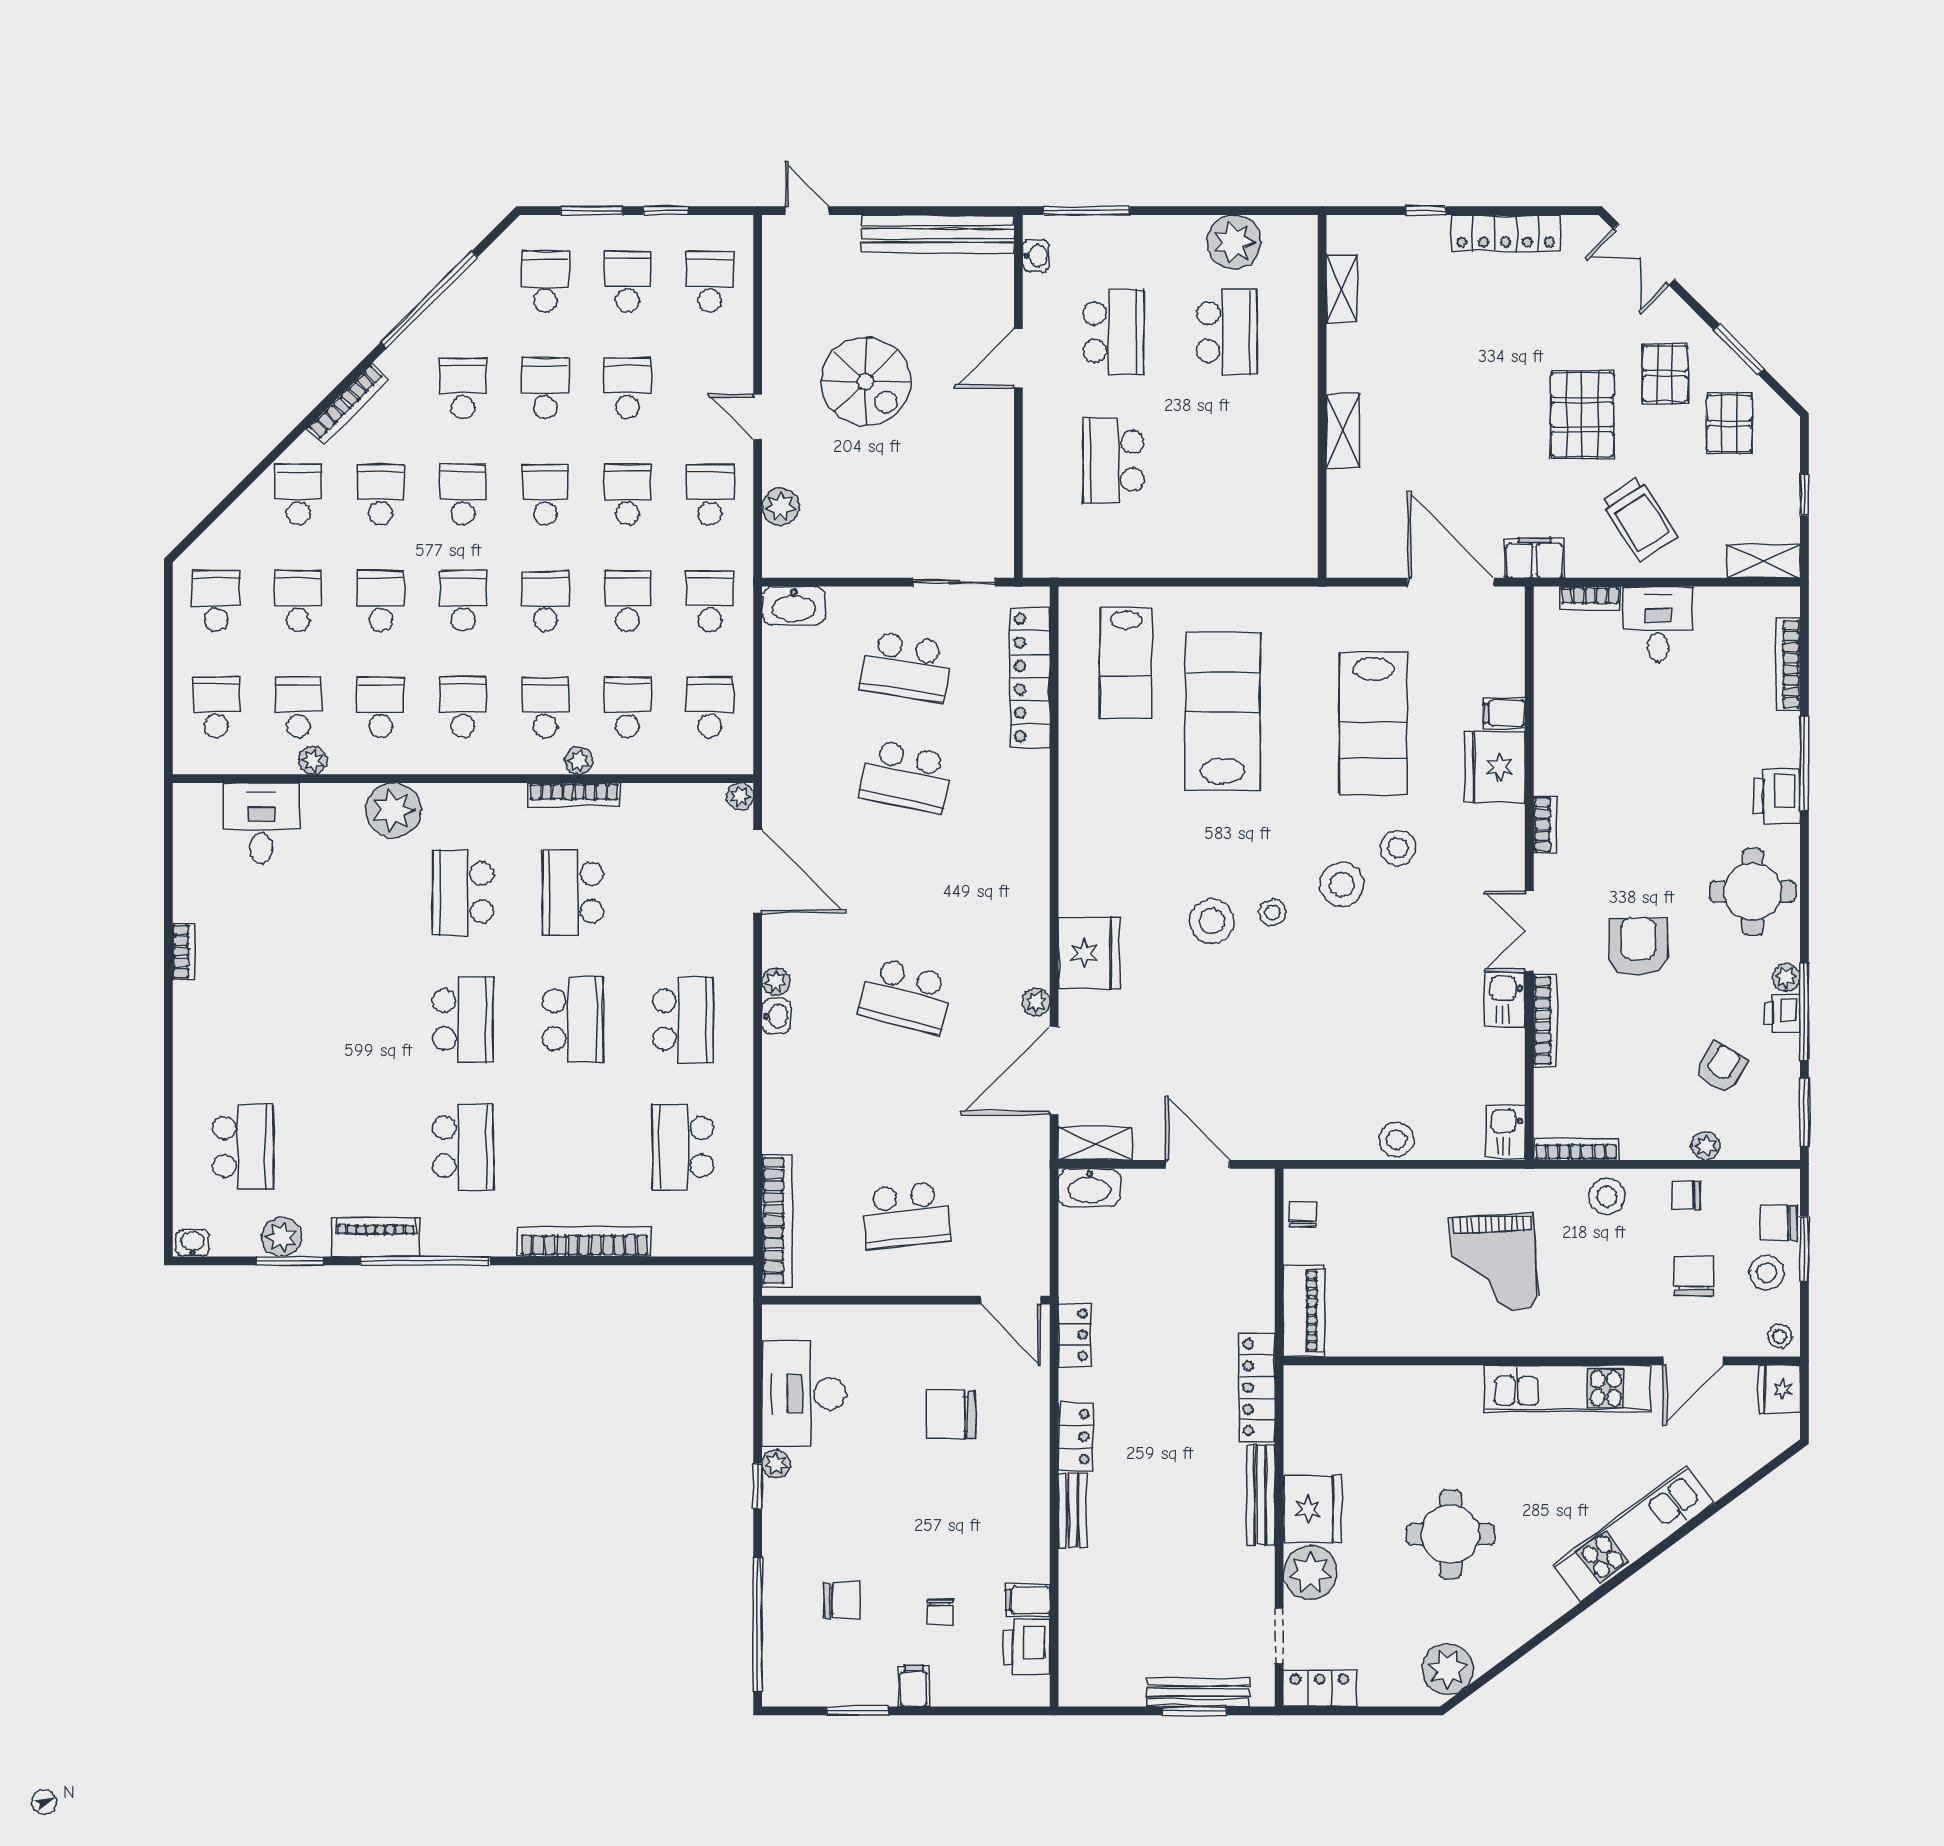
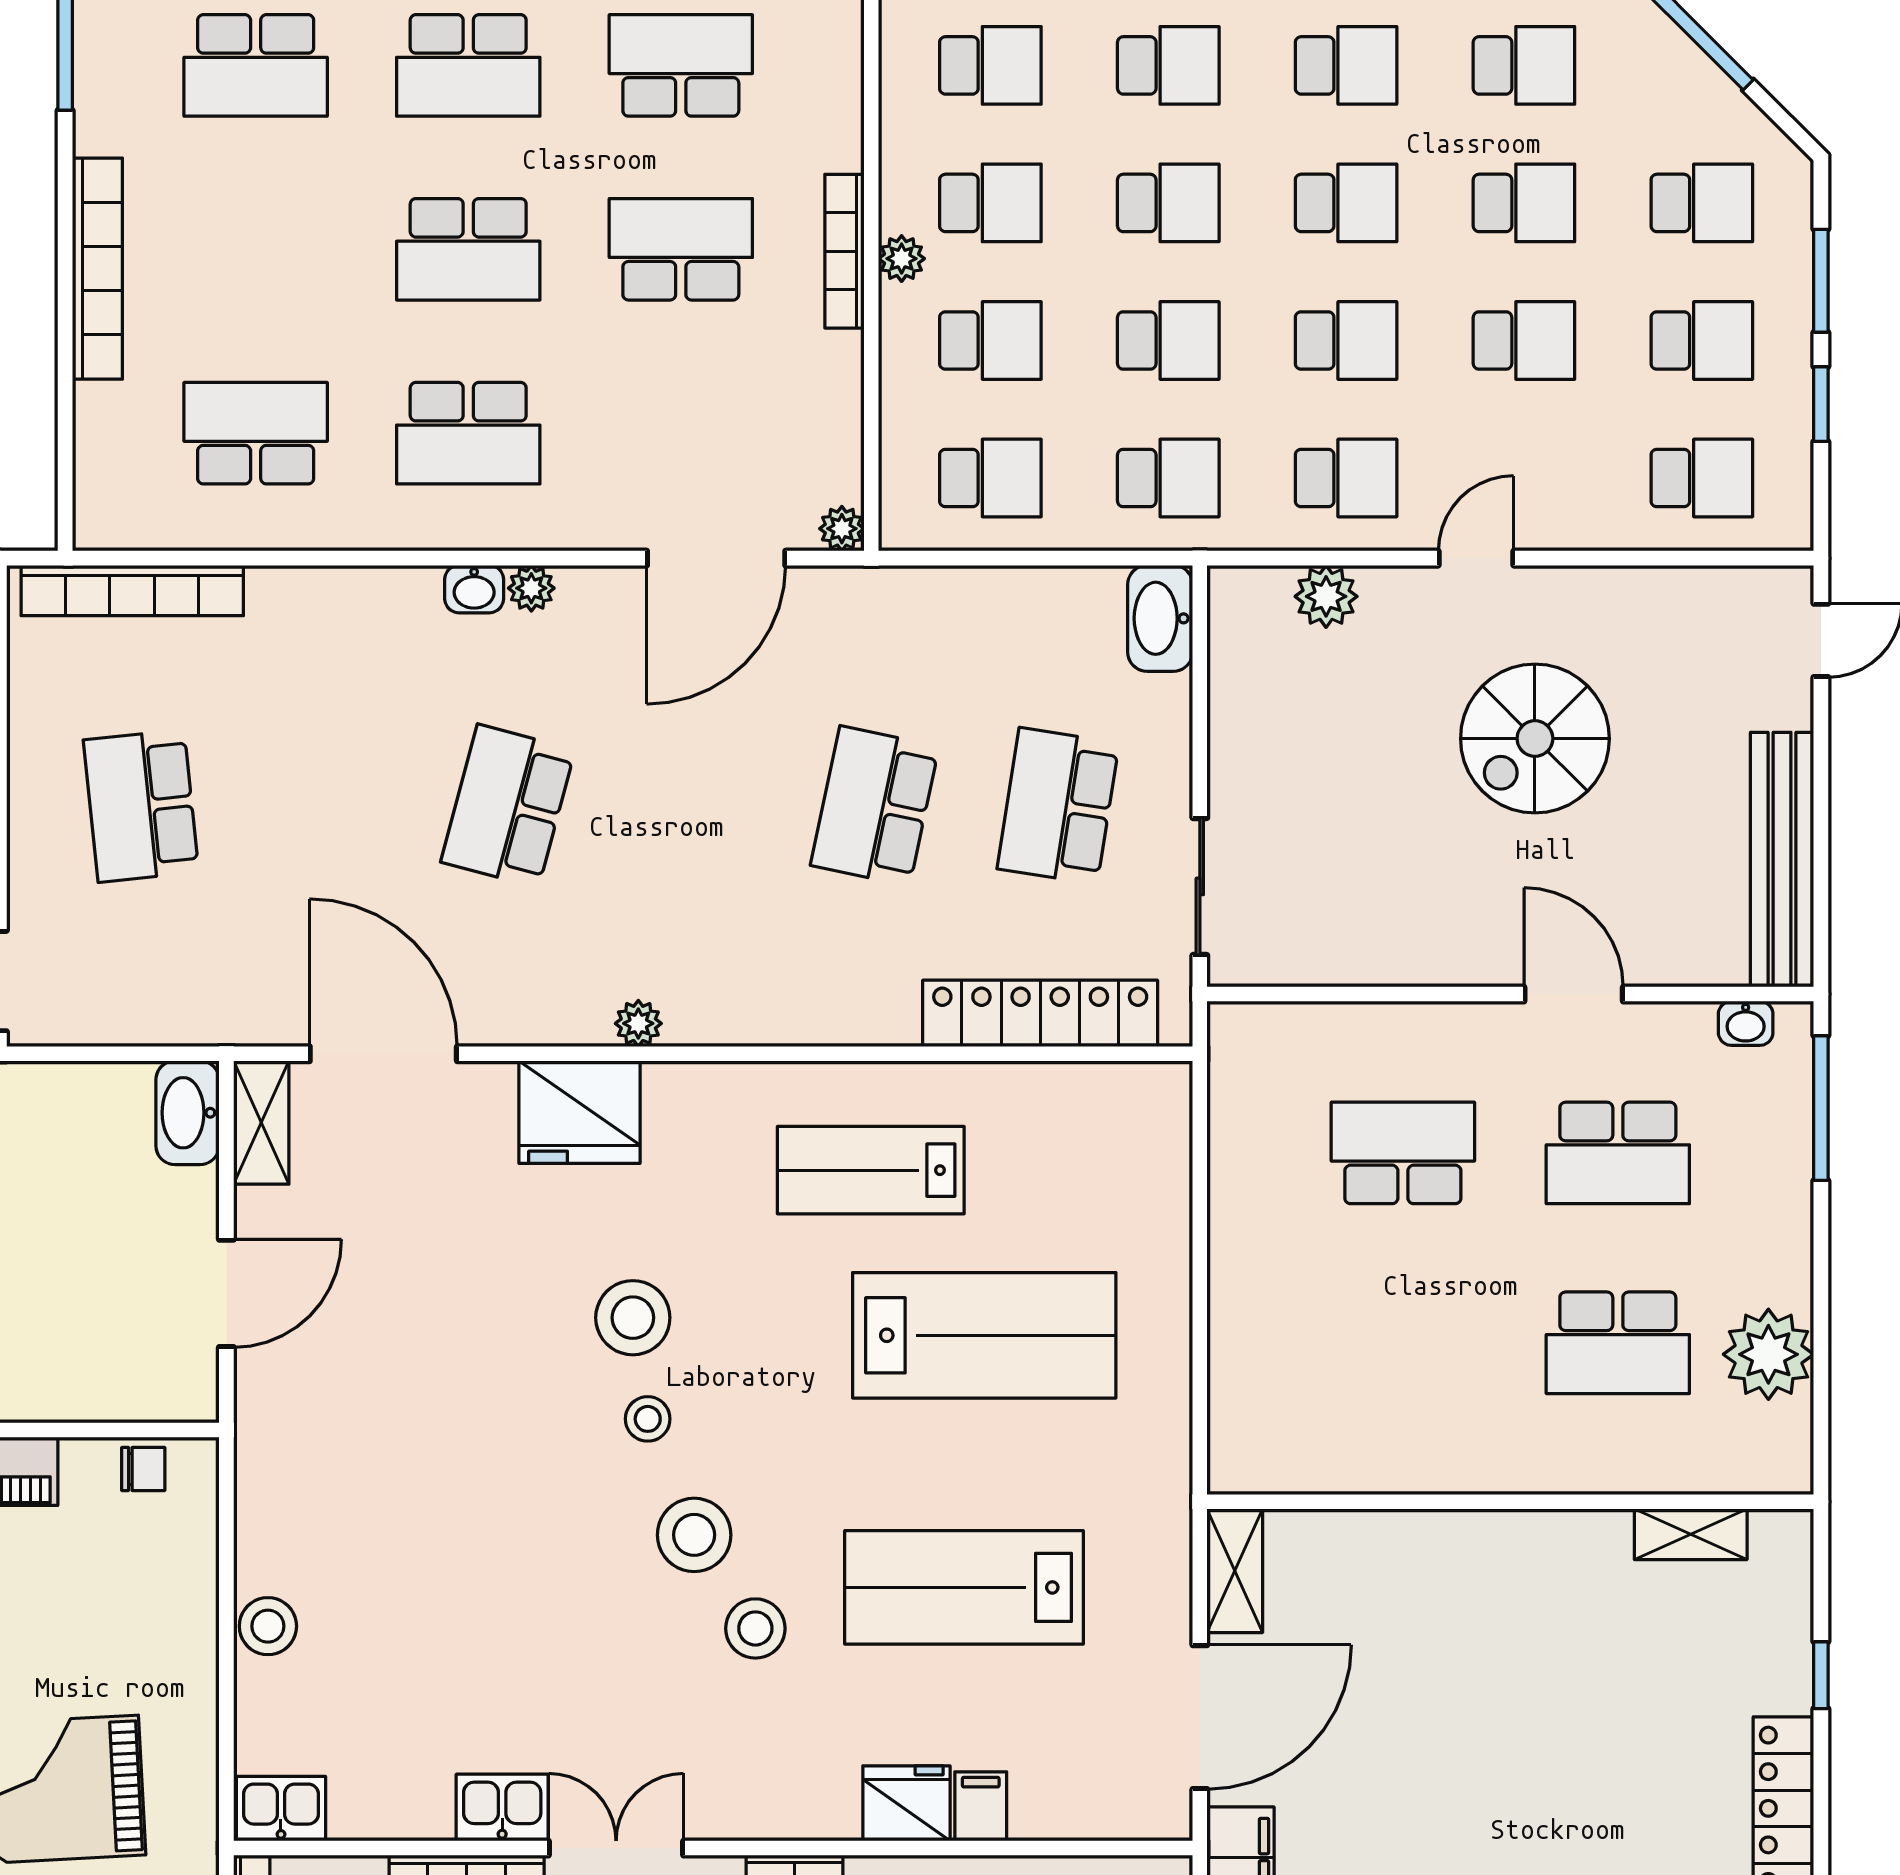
shelving: (1343, 431) -> (1235, 1571), moved, turned 90
lab bench: (1126, 663) -> (871, 1170), moved
fridge: (1495, 767) -> (906, 1803), width x0.73, depth x0.75
plant: (1036, 1002) -> (638, 1023), moved

